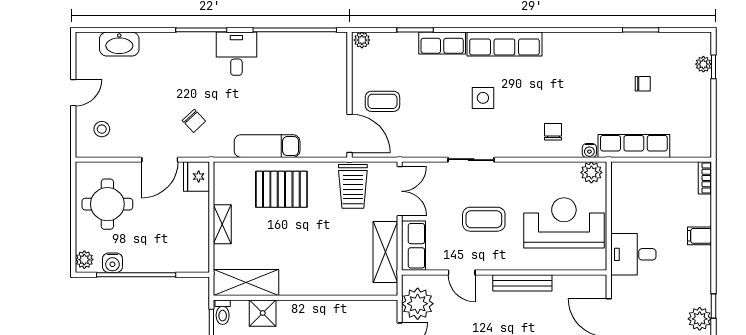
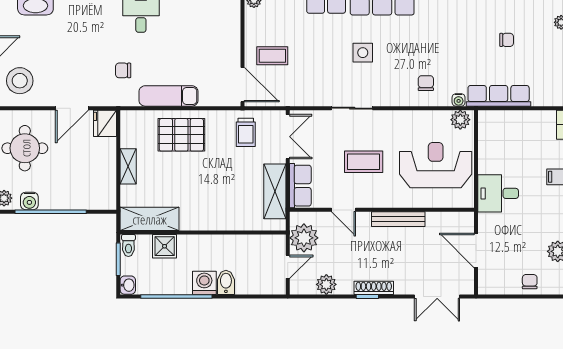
chair: (194, 121) -> (123, 70), moved, turned 133
stool: (102, 129) -> (20, 81), width x1.89, depth x1.89
trolley: (353, 186) -> (246, 132), width x0.73, depth x0.72

